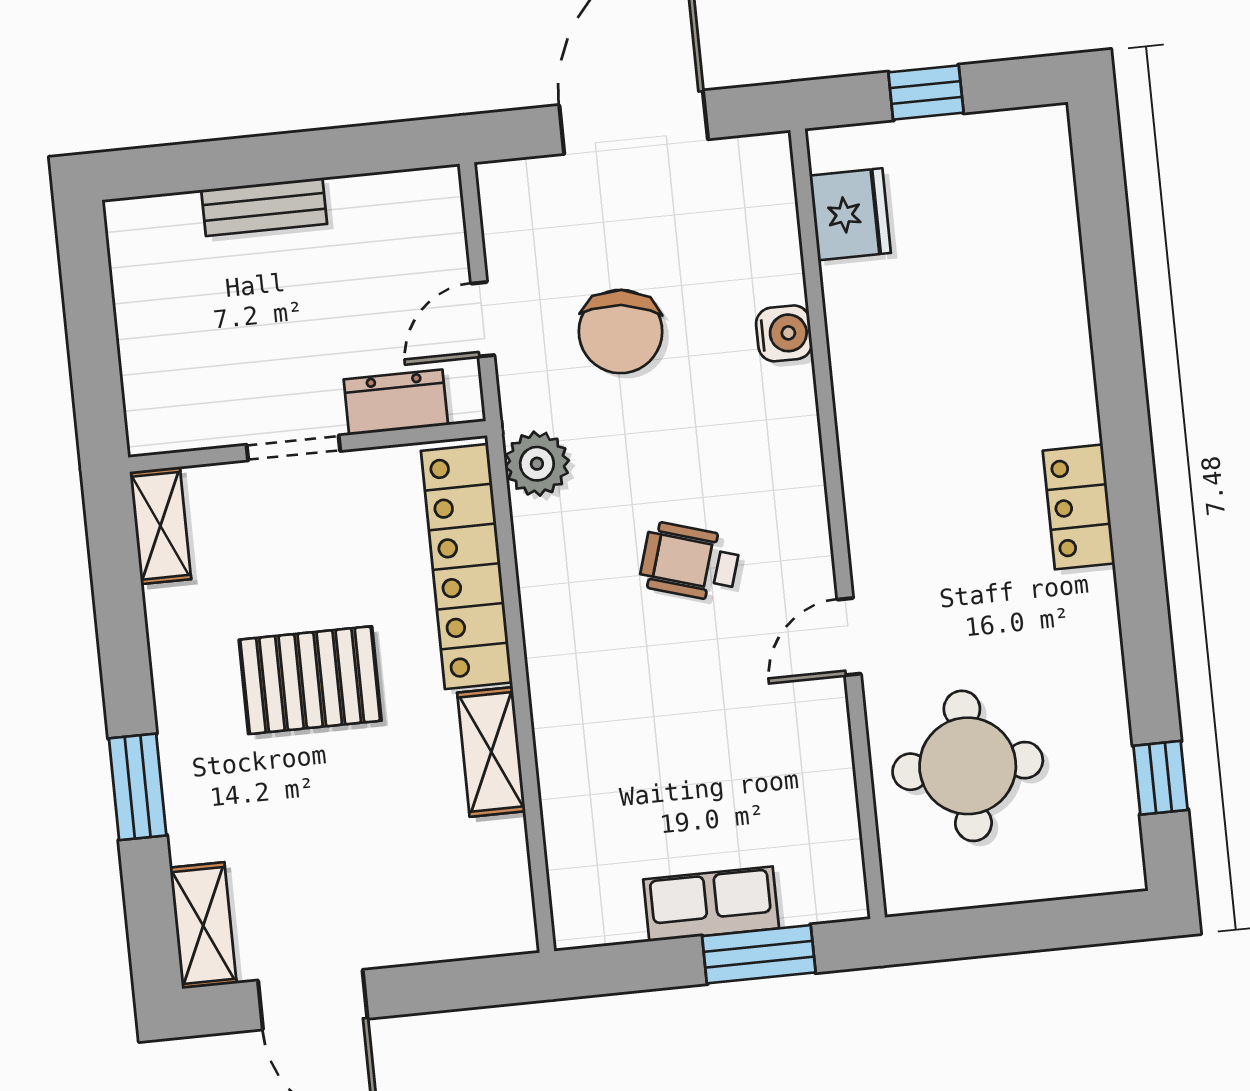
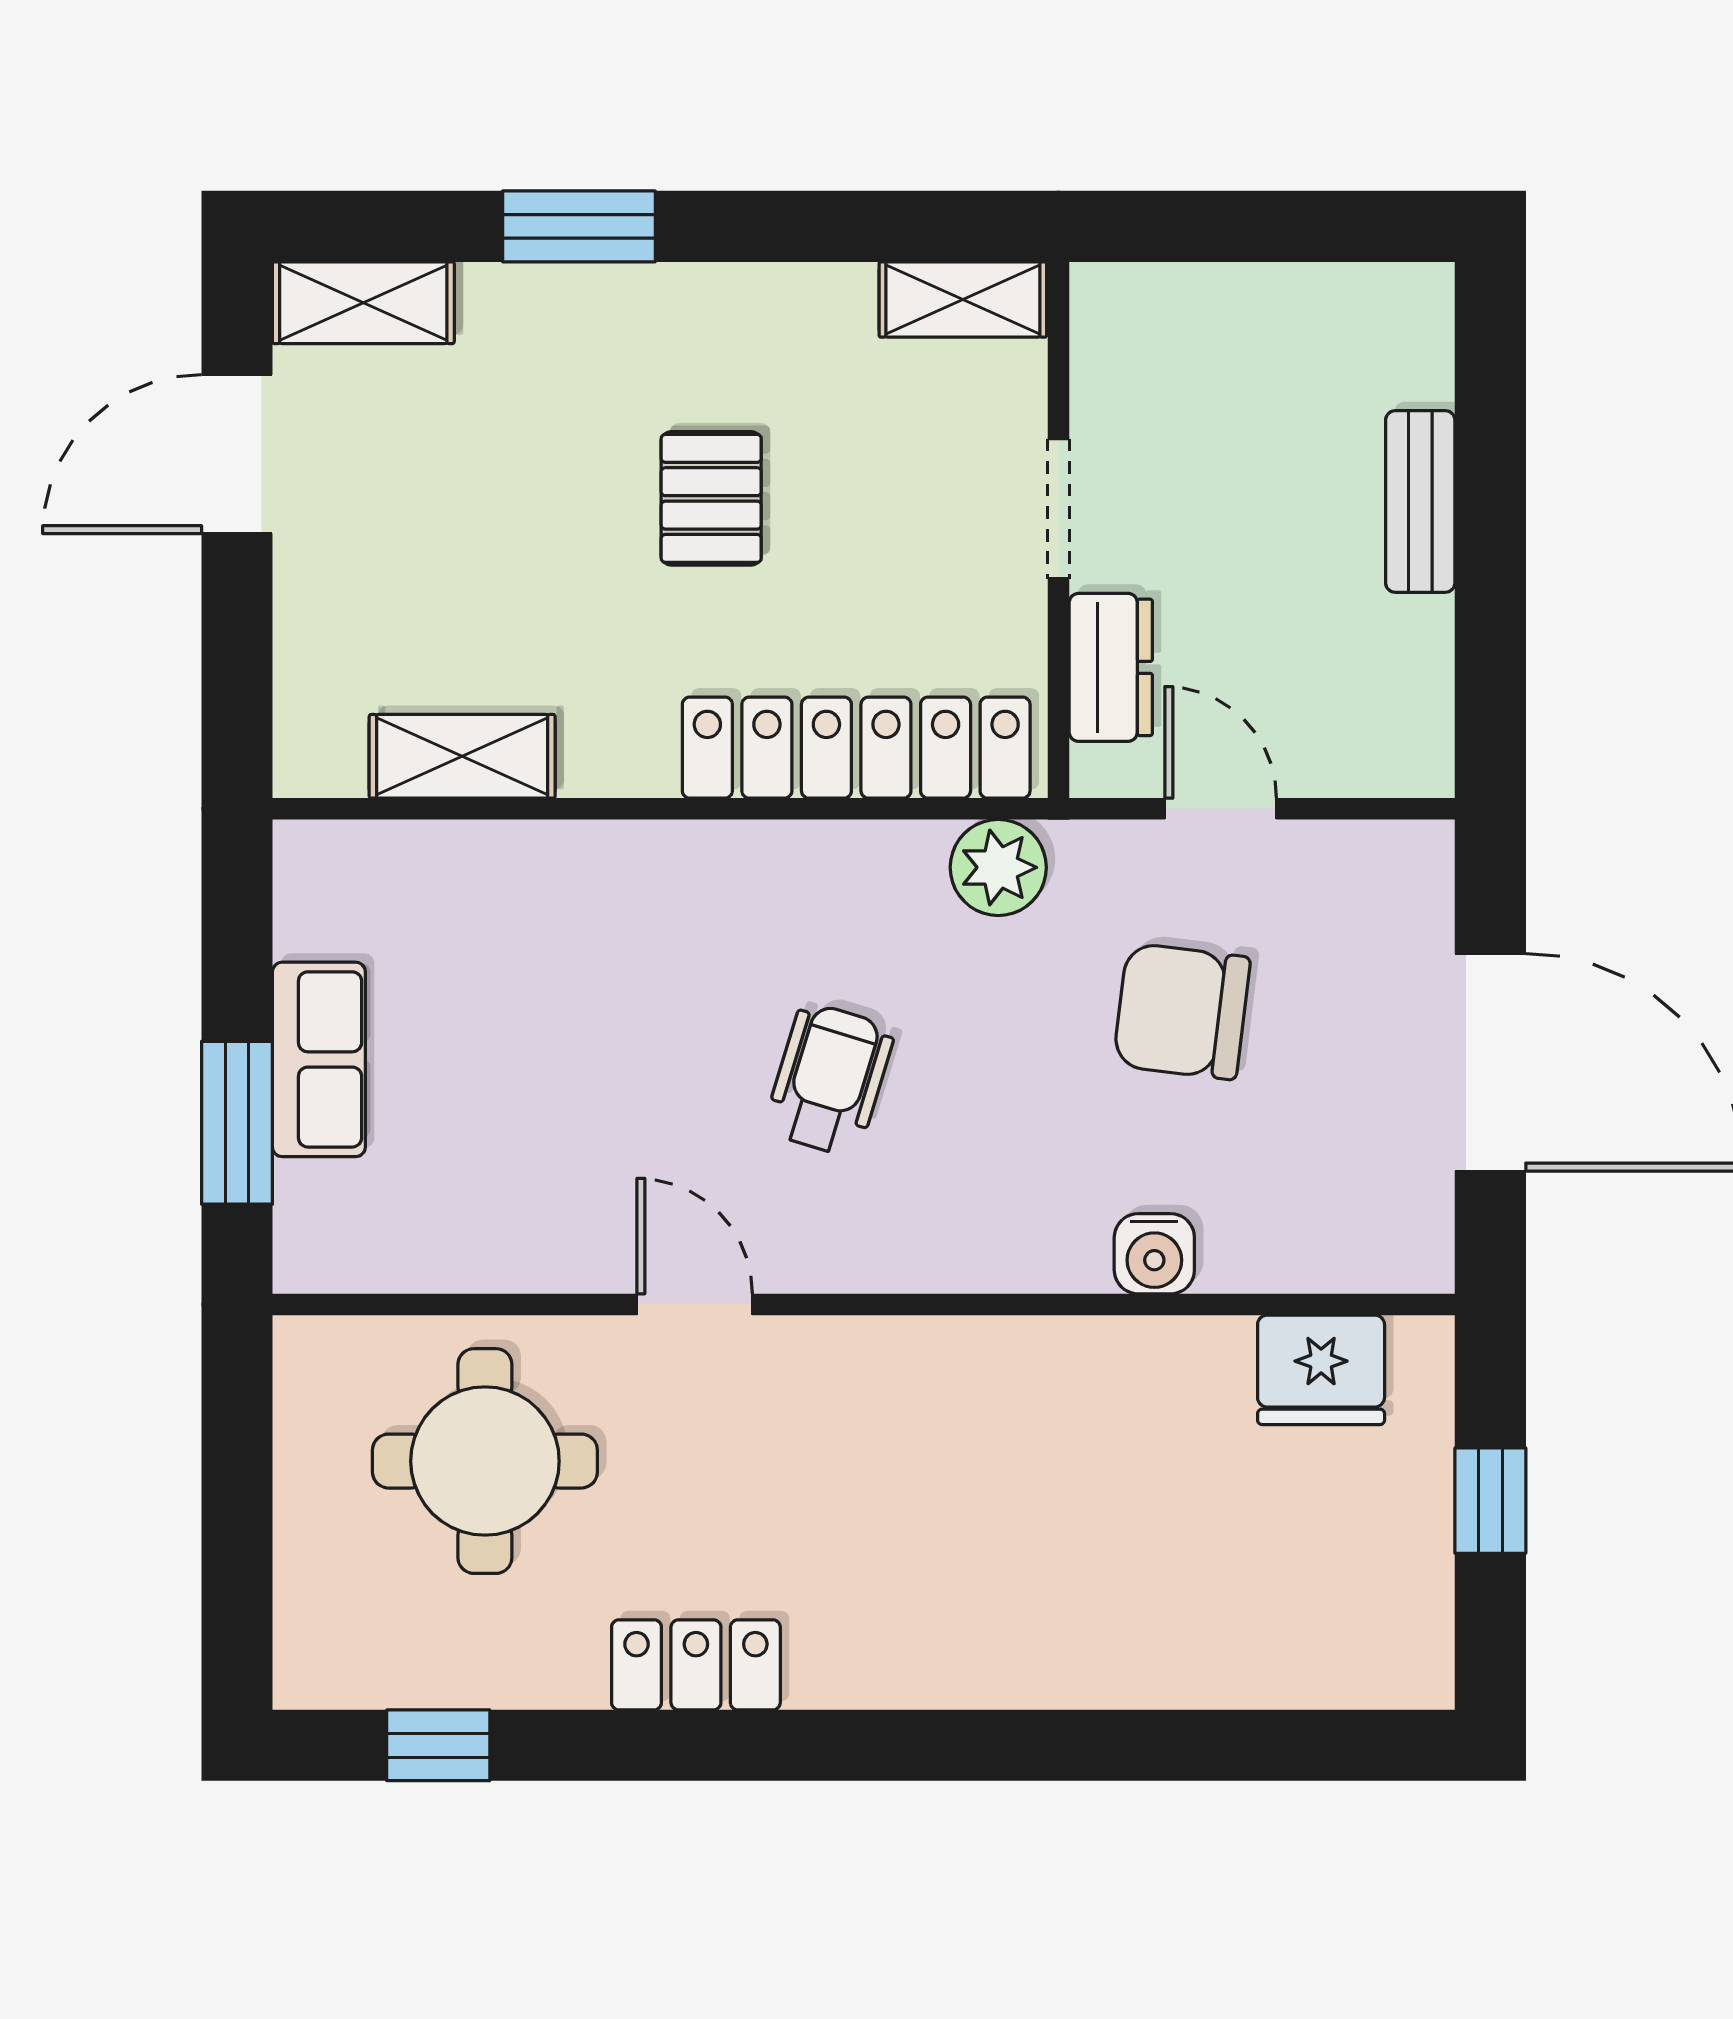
locker: (1079, 507) -> (696, 1665), moved
pallet: (310, 680) -> (711, 498), width x0.67, depth x0.71
shelving: (491, 752) -> (462, 756), moved

